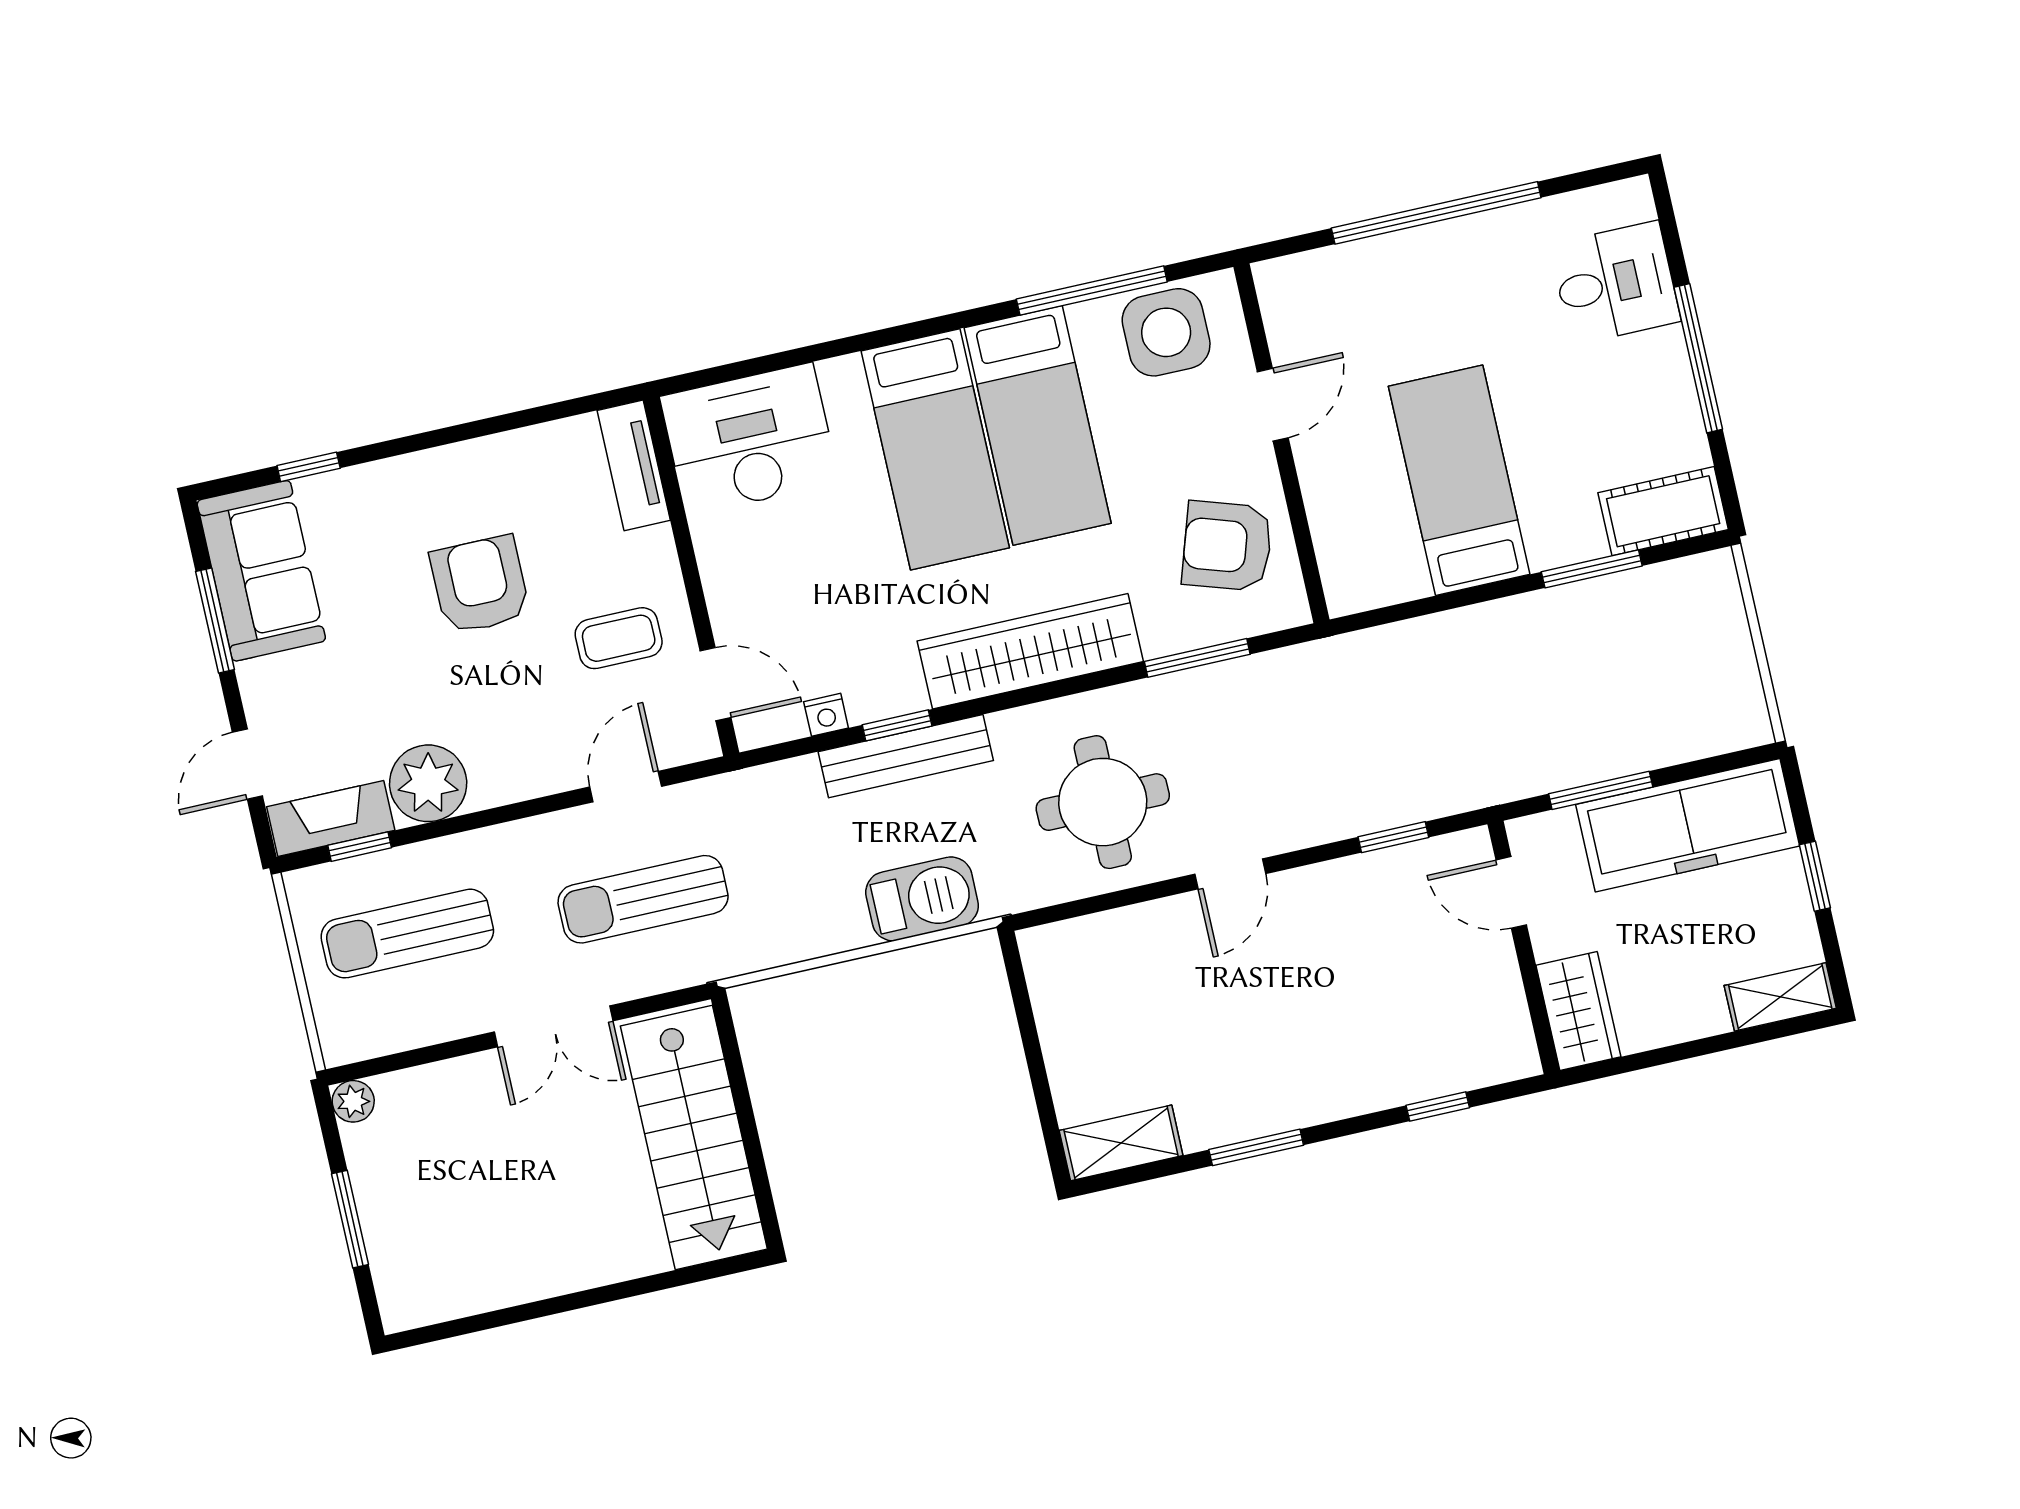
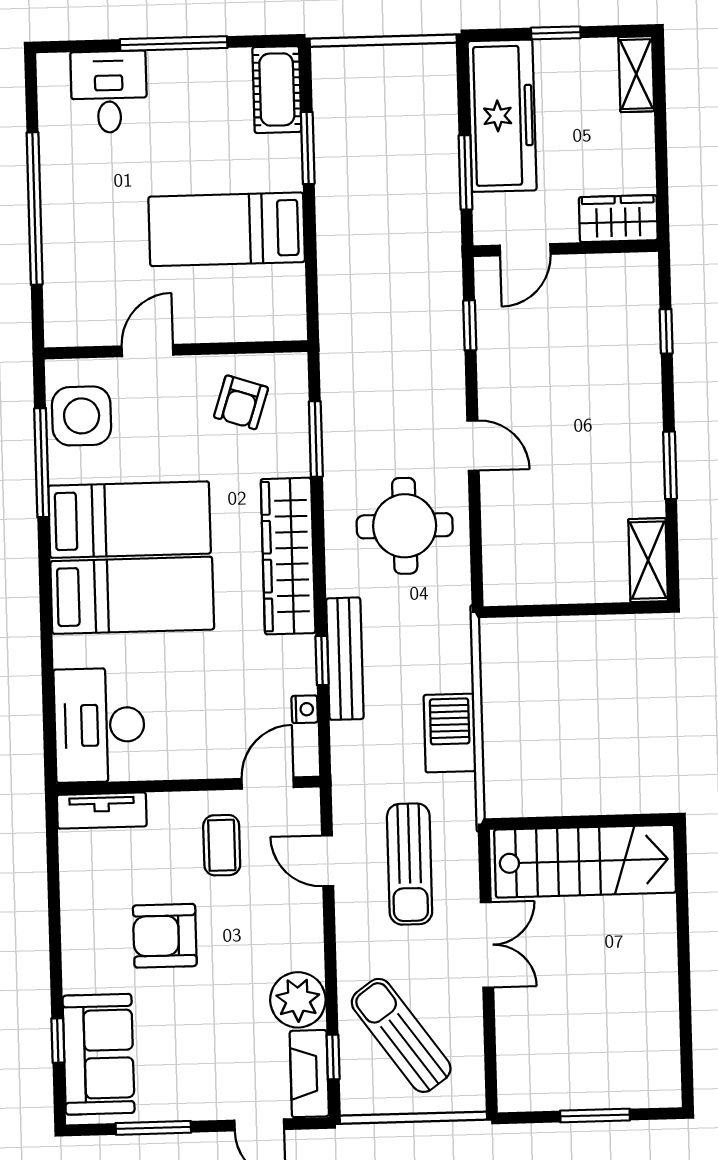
door: (1273, 405) -> (147, 351), hinge flipped
armchair: (1227, 546) -> (241, 402), width x0.72, depth x0.72
sofa: (261, 571) -> (99, 1054), moved, turned 90
barbecue: (922, 899) -> (450, 733), moved
sun lounger: (407, 934) -> (401, 1035), turned 144
plant: (353, 1101) -> (512, 1097), removed

